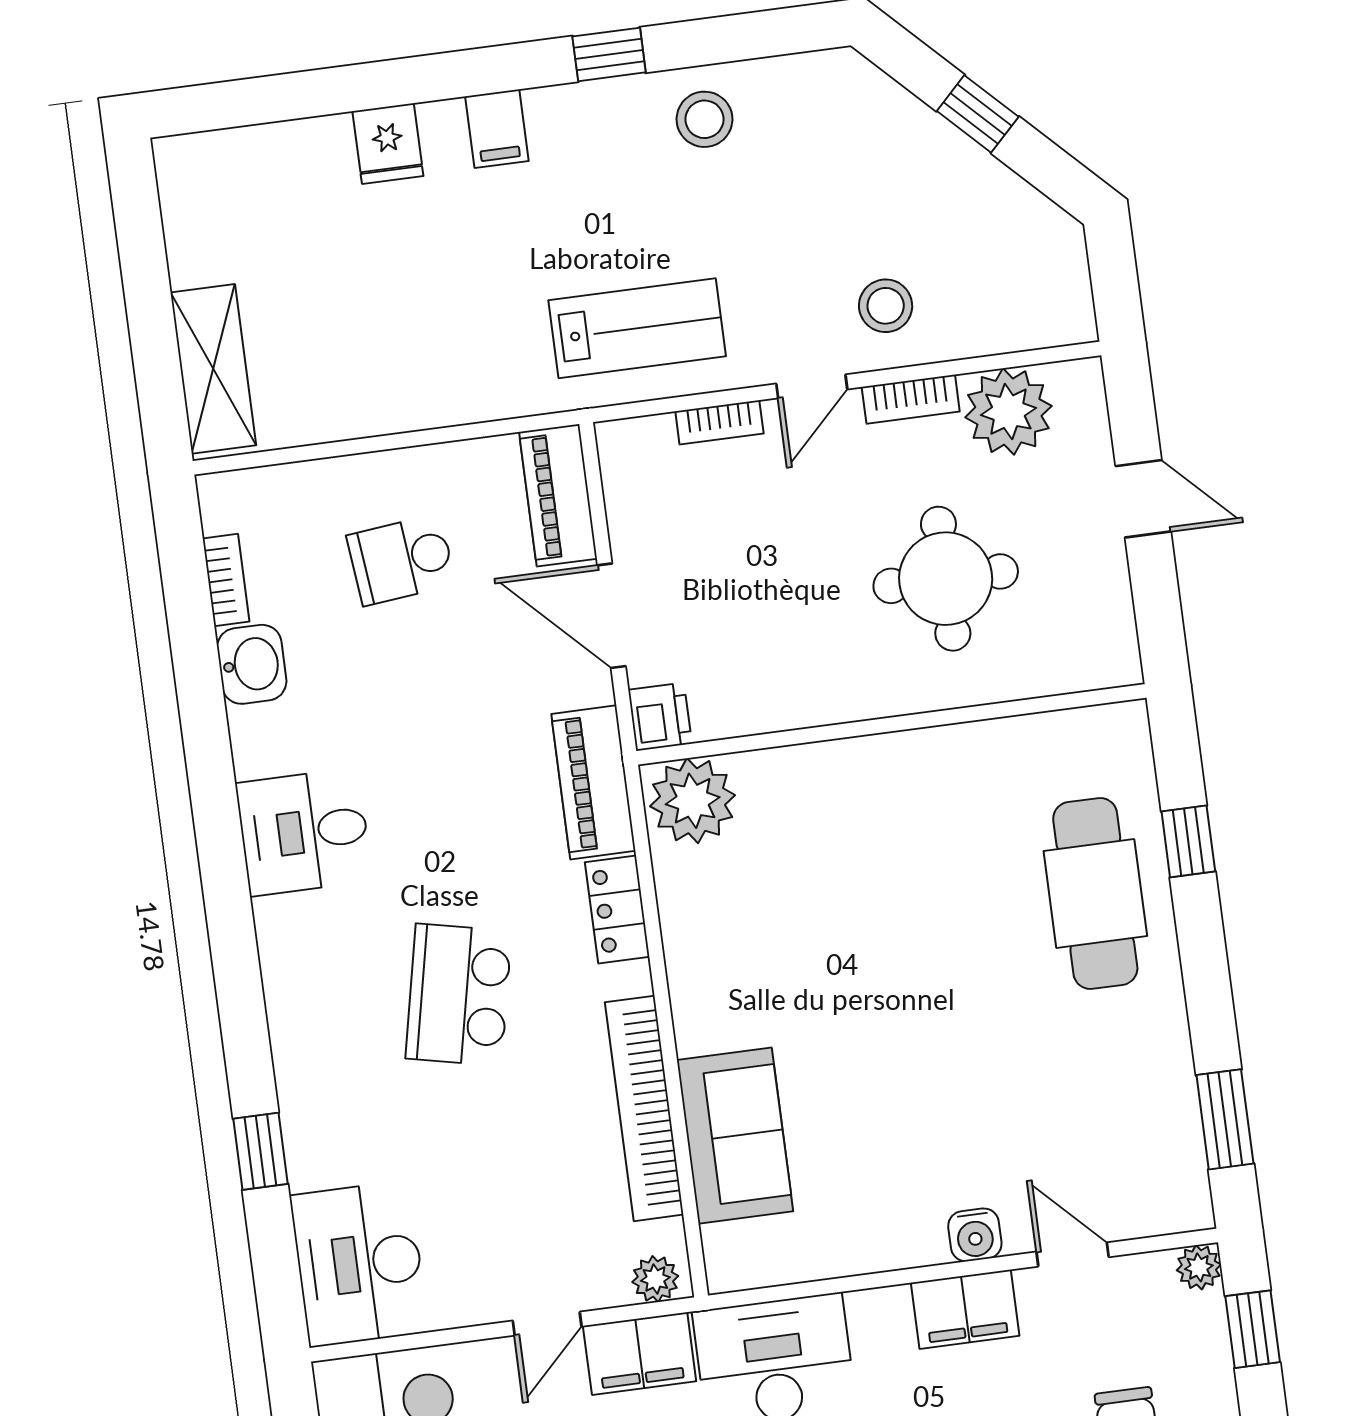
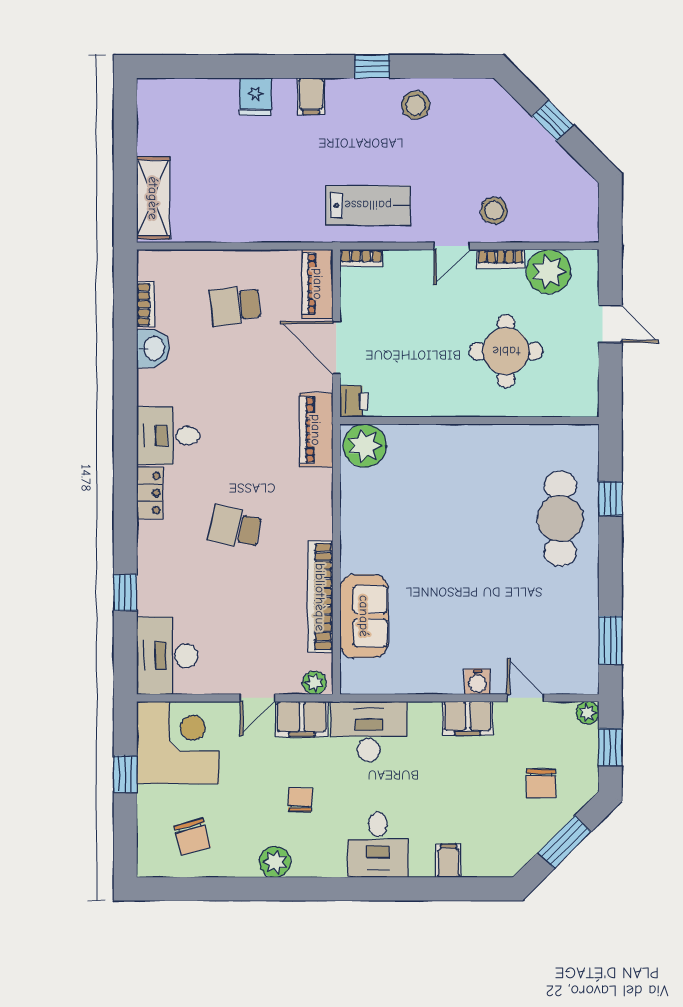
bookcase: (719, 422) -> (361, 258), moved
locker: (617, 910) -> (150, 493), moved, turned 180
school desk: (459, 995) -> (235, 527), width x0.54

